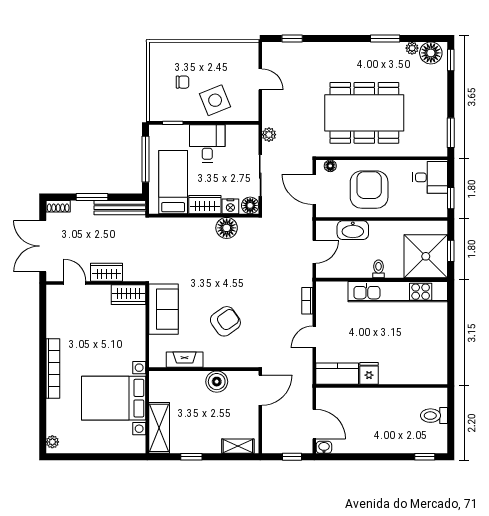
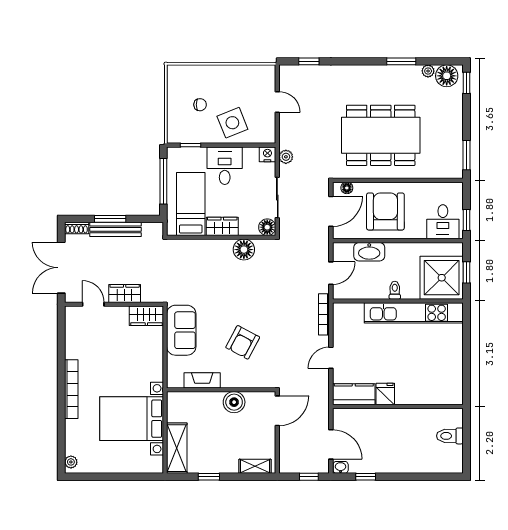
desk: (430, 177) -> (443, 222), moved, turned 90
door: (314, 189) -> (331, 211), swing flipped
nightstand: (230, 206) -> (267, 154), moved, turned 180
bench: (120, 208) -> (115, 229), moved
bookcase: (307, 301) -> (324, 314), width x1.56
armchair: (225, 321) -> (243, 342), turned 153
window: (425, 457) -> (366, 477), moved

